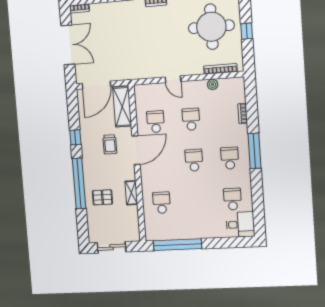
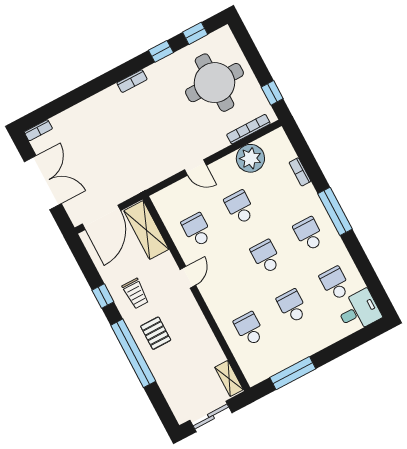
window: (247, 31) -> (272, 93), moved
plant: (213, 84) -> (250, 158), width x1.87, depth x1.87
trolley: (110, 144) -> (136, 294), moved
door: (136, 150) -> (188, 277), width x0.53
shelving: (131, 193) -> (229, 378), moved
pallet: (102, 197) -> (156, 333), moved, turned 90
school desk: (197, 201) -> (292, 306), added
window: (177, 245) -> (293, 373), width x0.68

